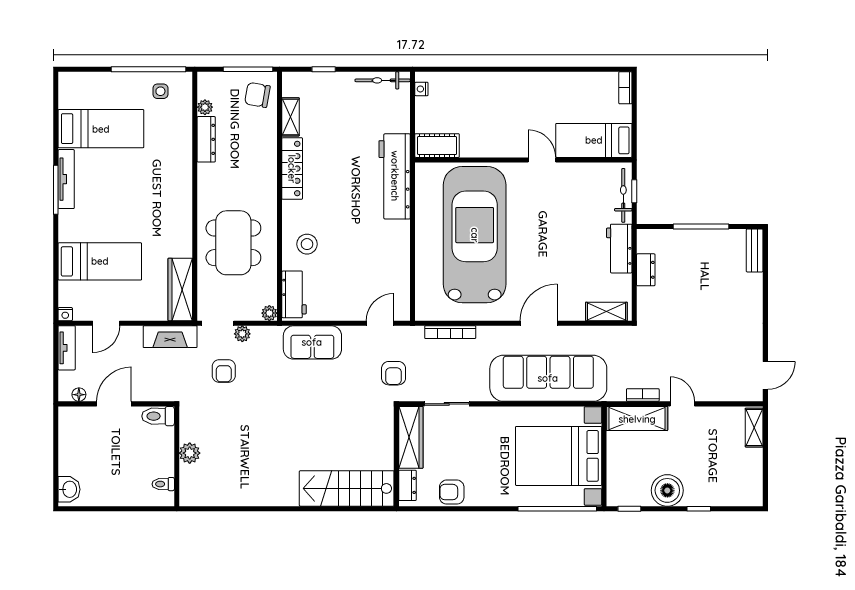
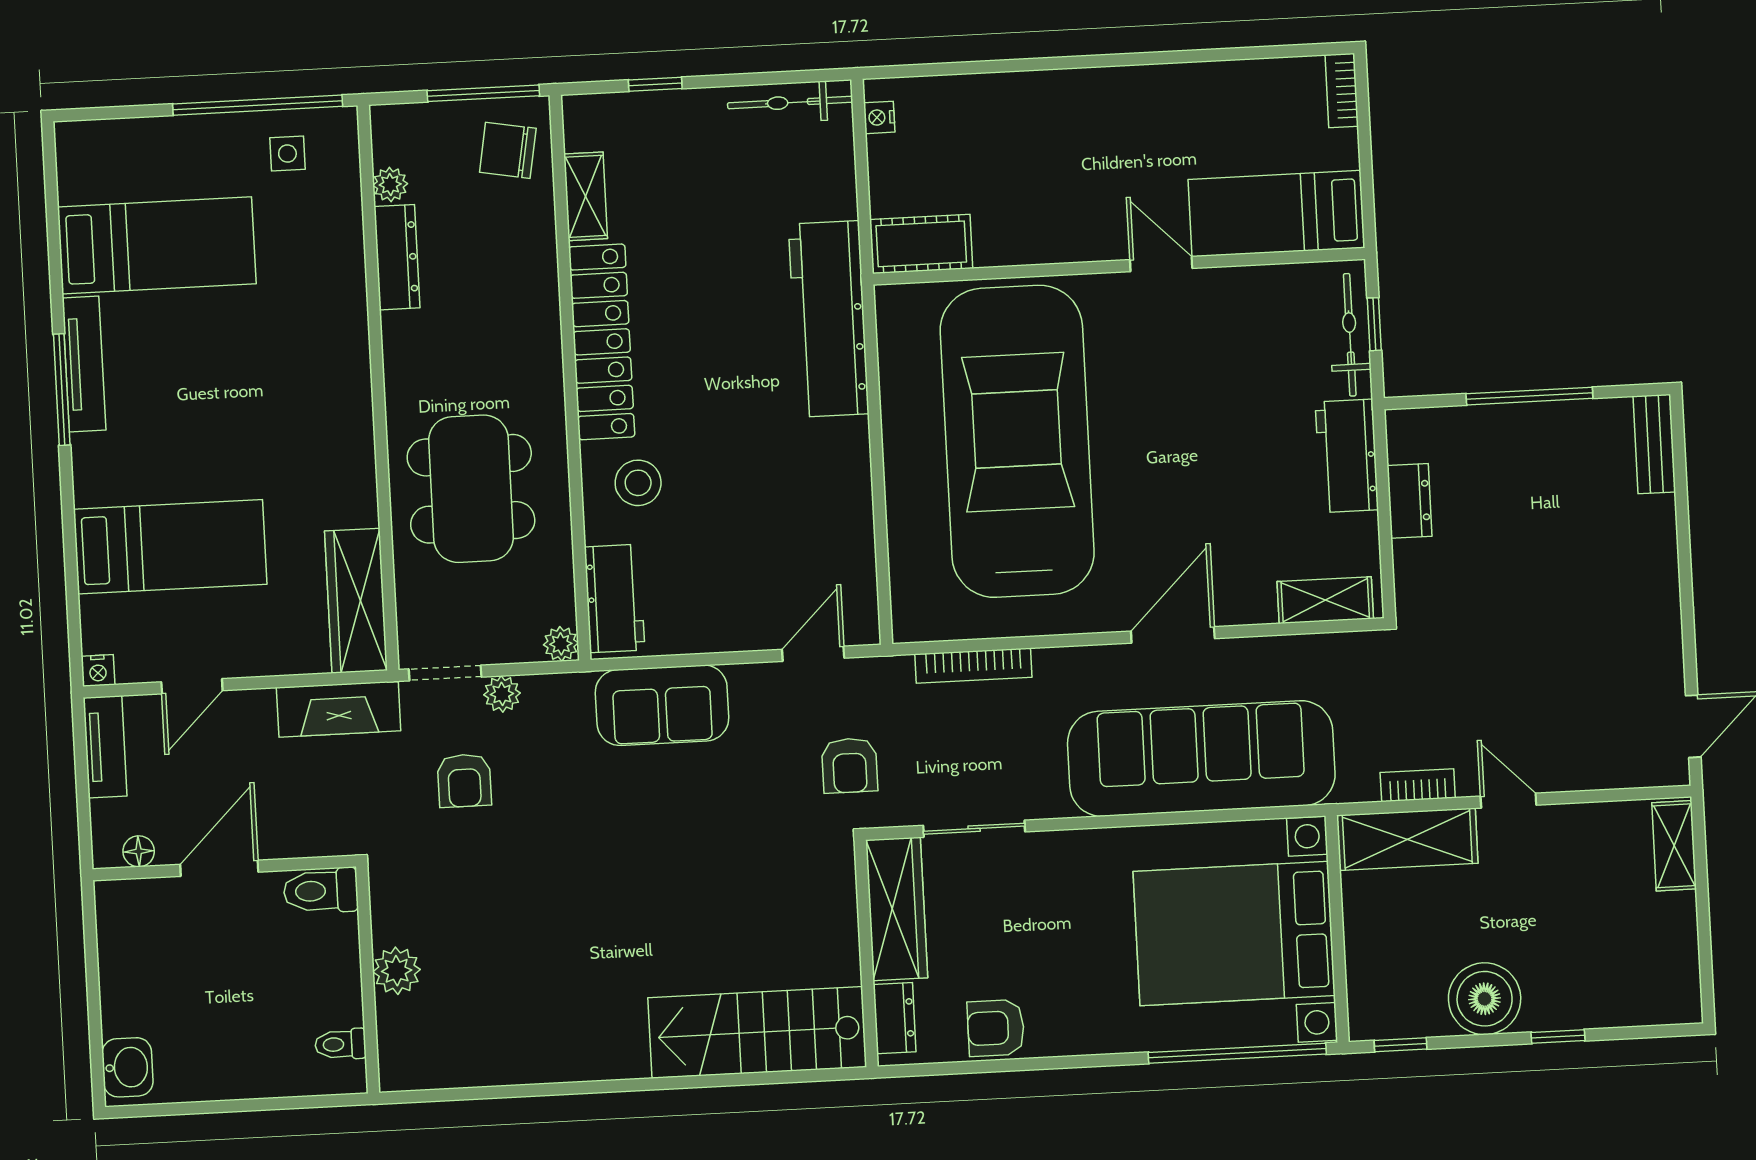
locker: (292, 169) -> (602, 342), width x1.41, depth x1.21

